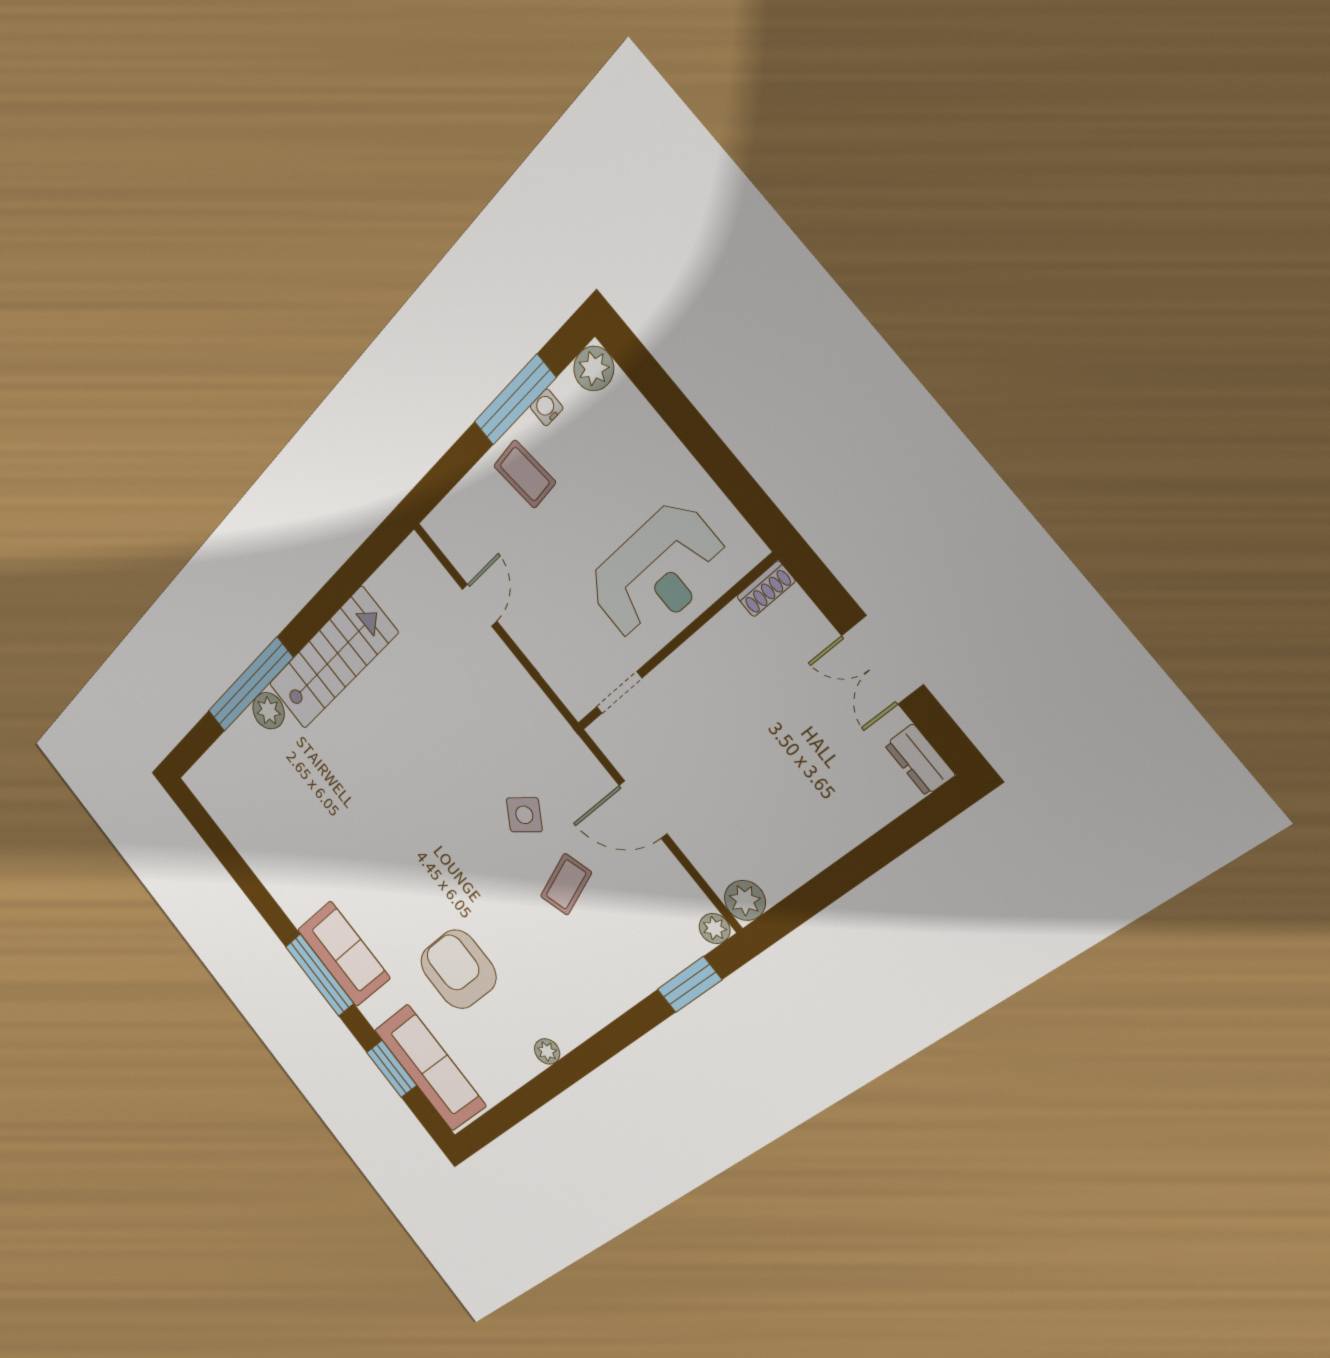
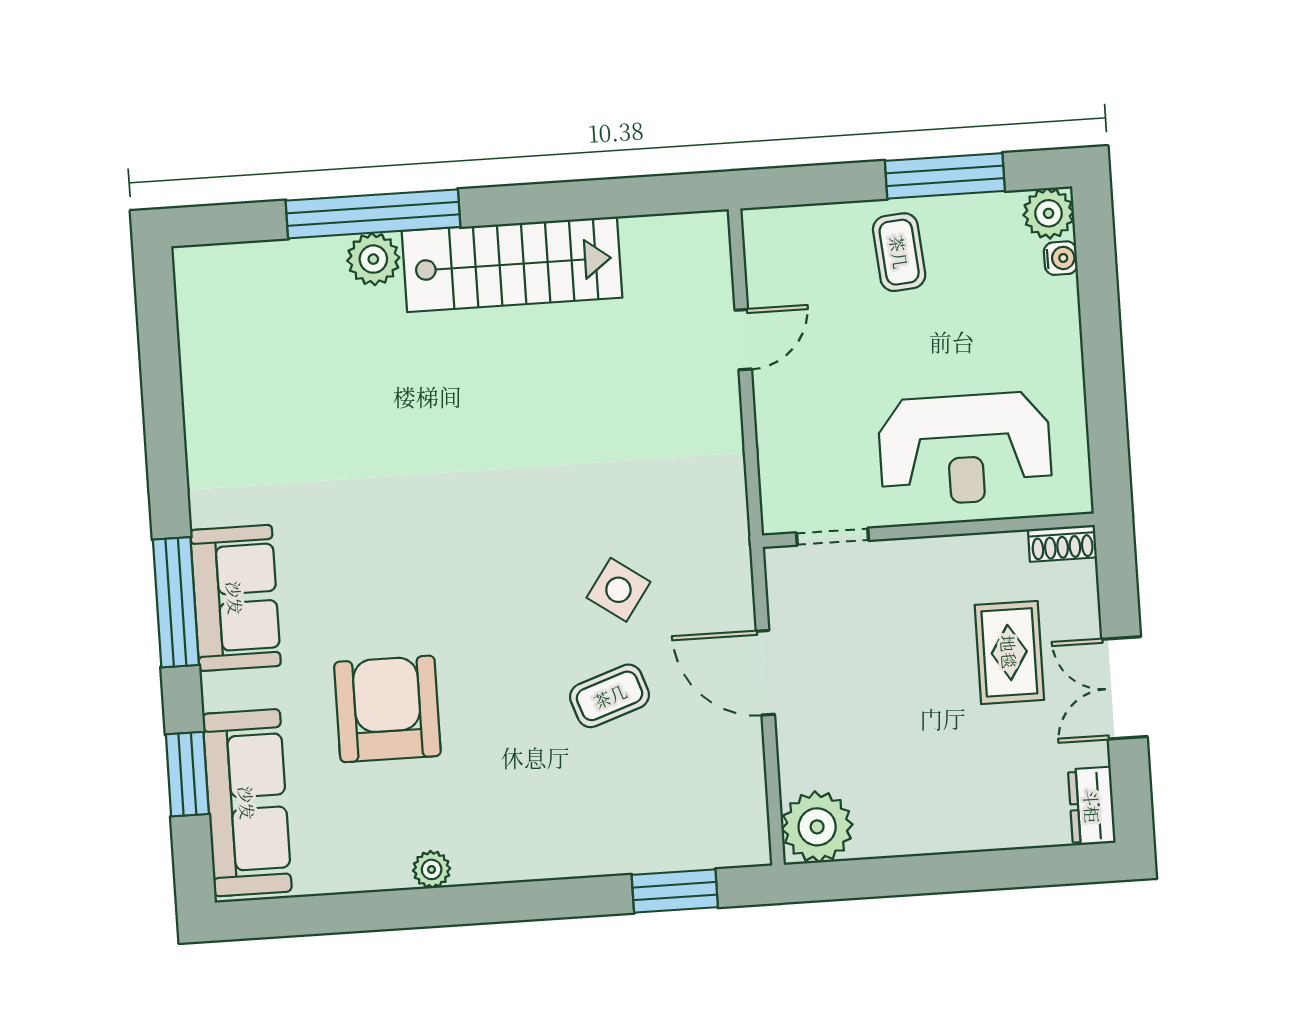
water cooler: (546, 407) -> (1061, 258), moved, turned 90
rug: (785, 690) -> (1009, 652), added
plant: (745, 900) -> (817, 827), width x1.36, depth x1.36
plant: (715, 928) -> (751, 847), removed

